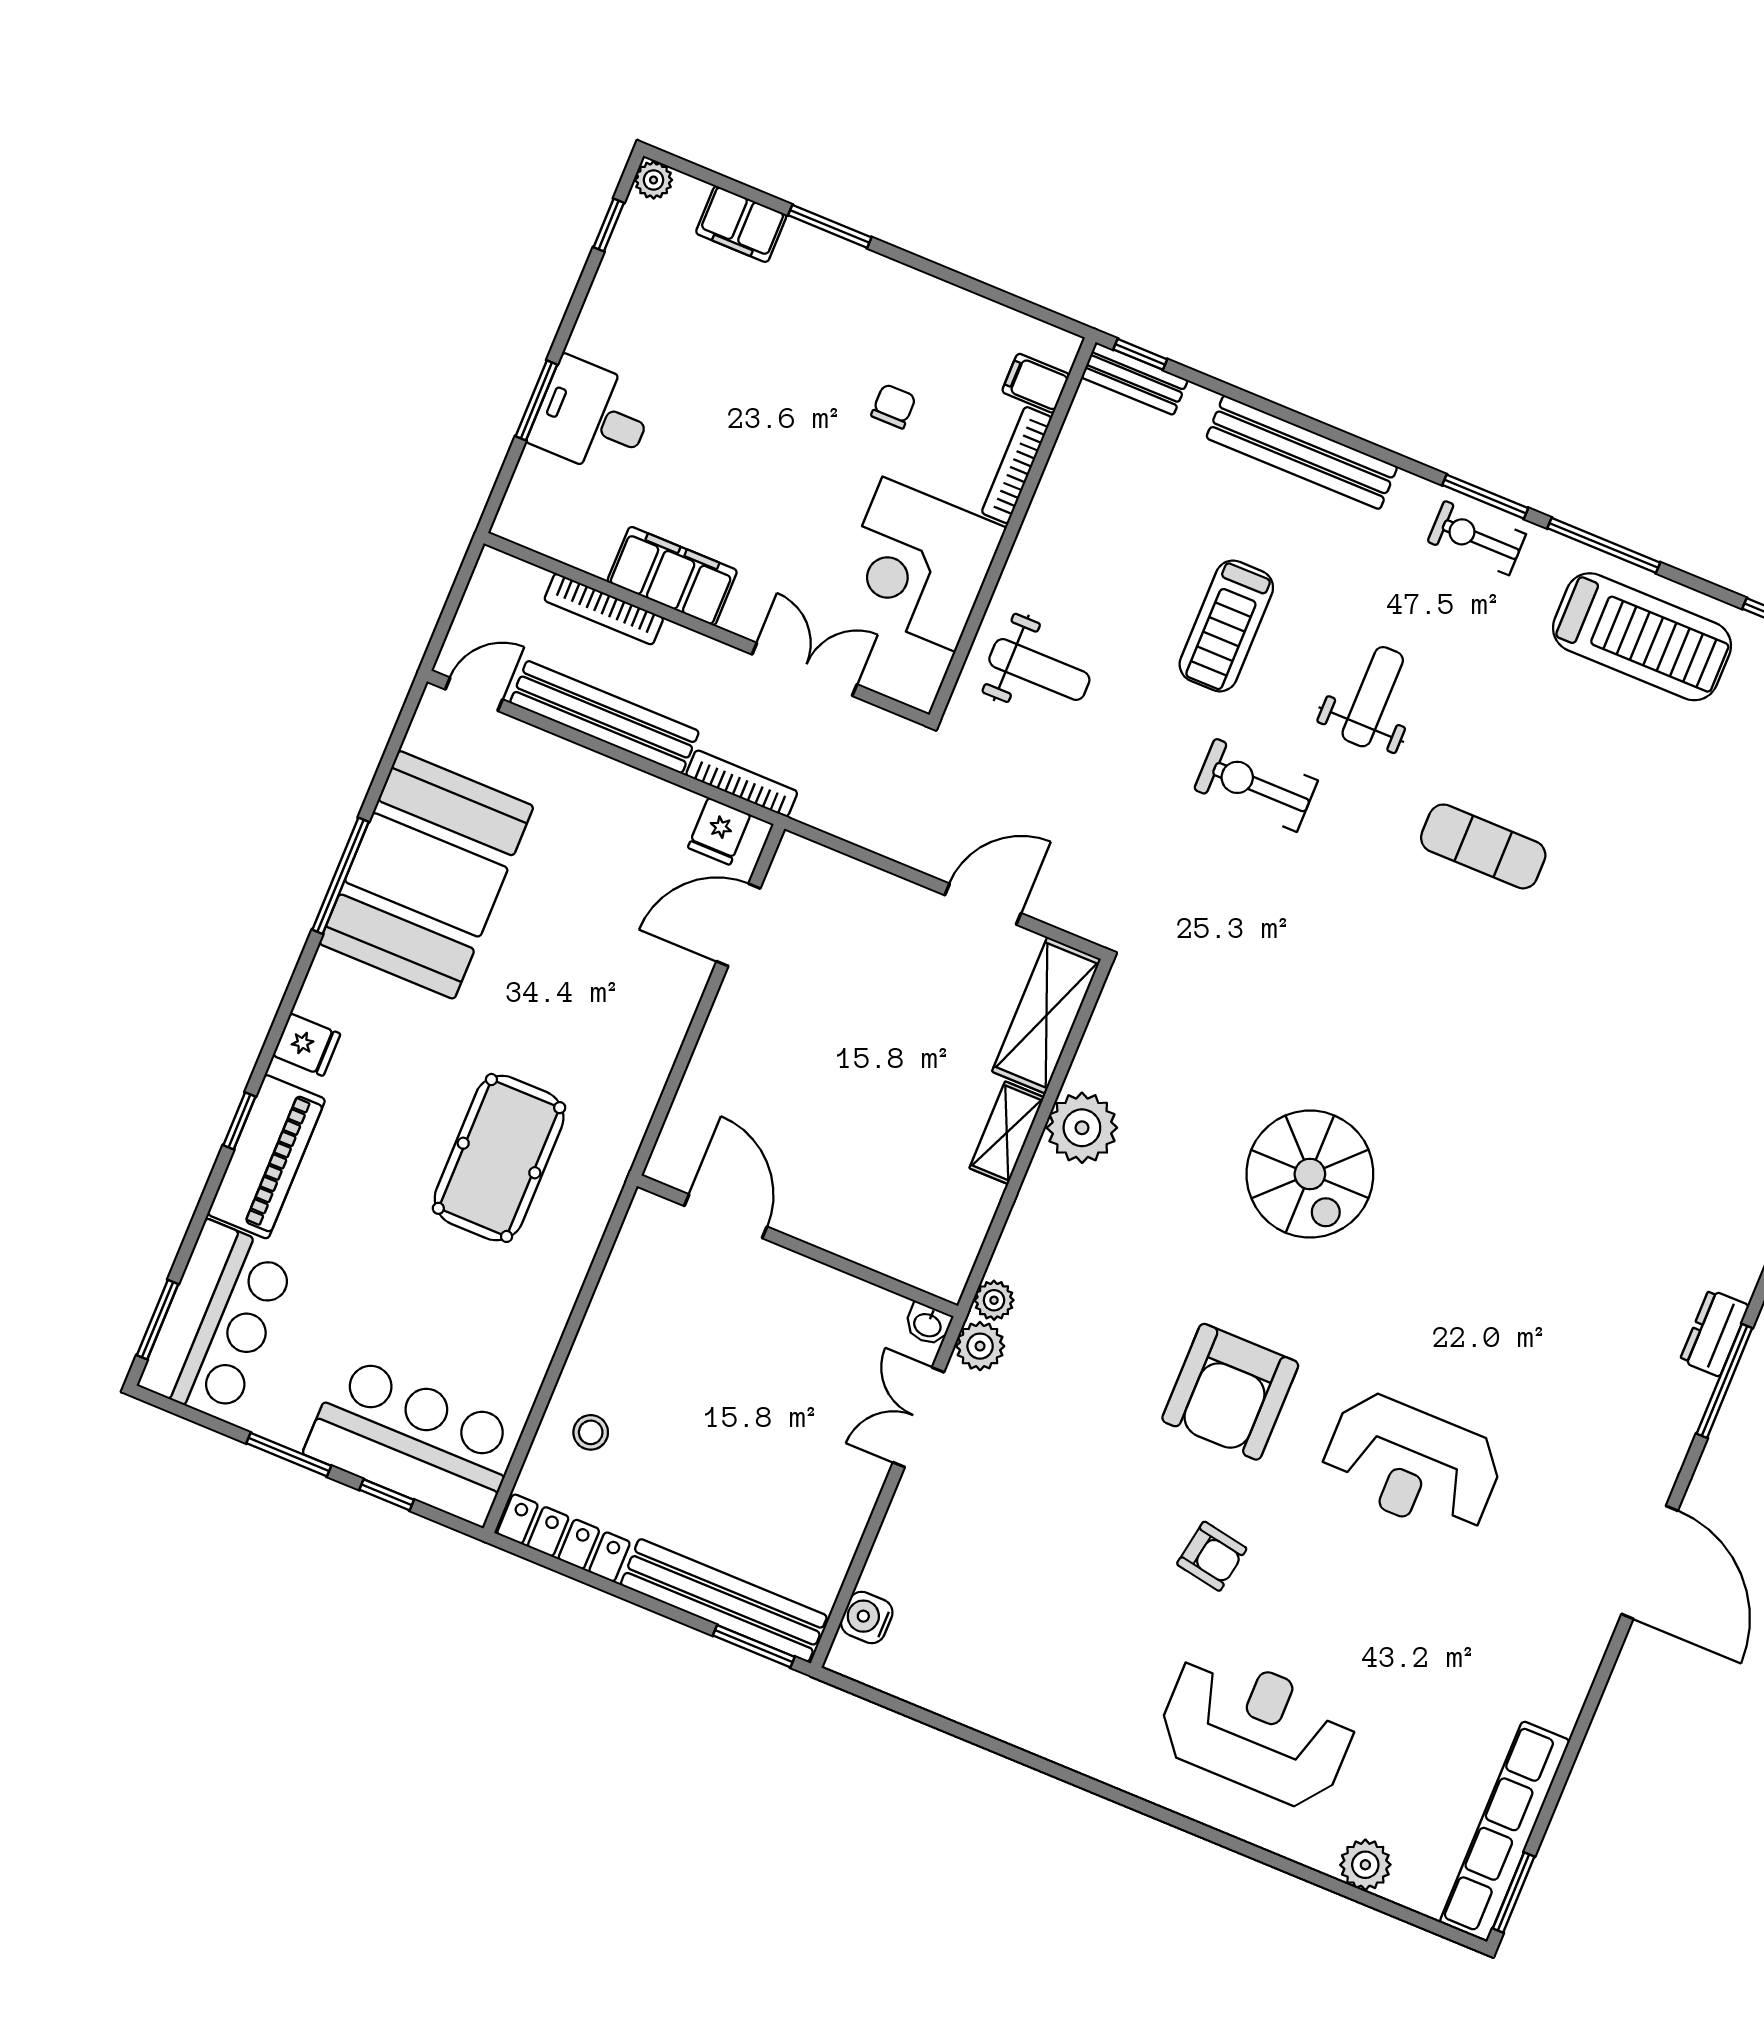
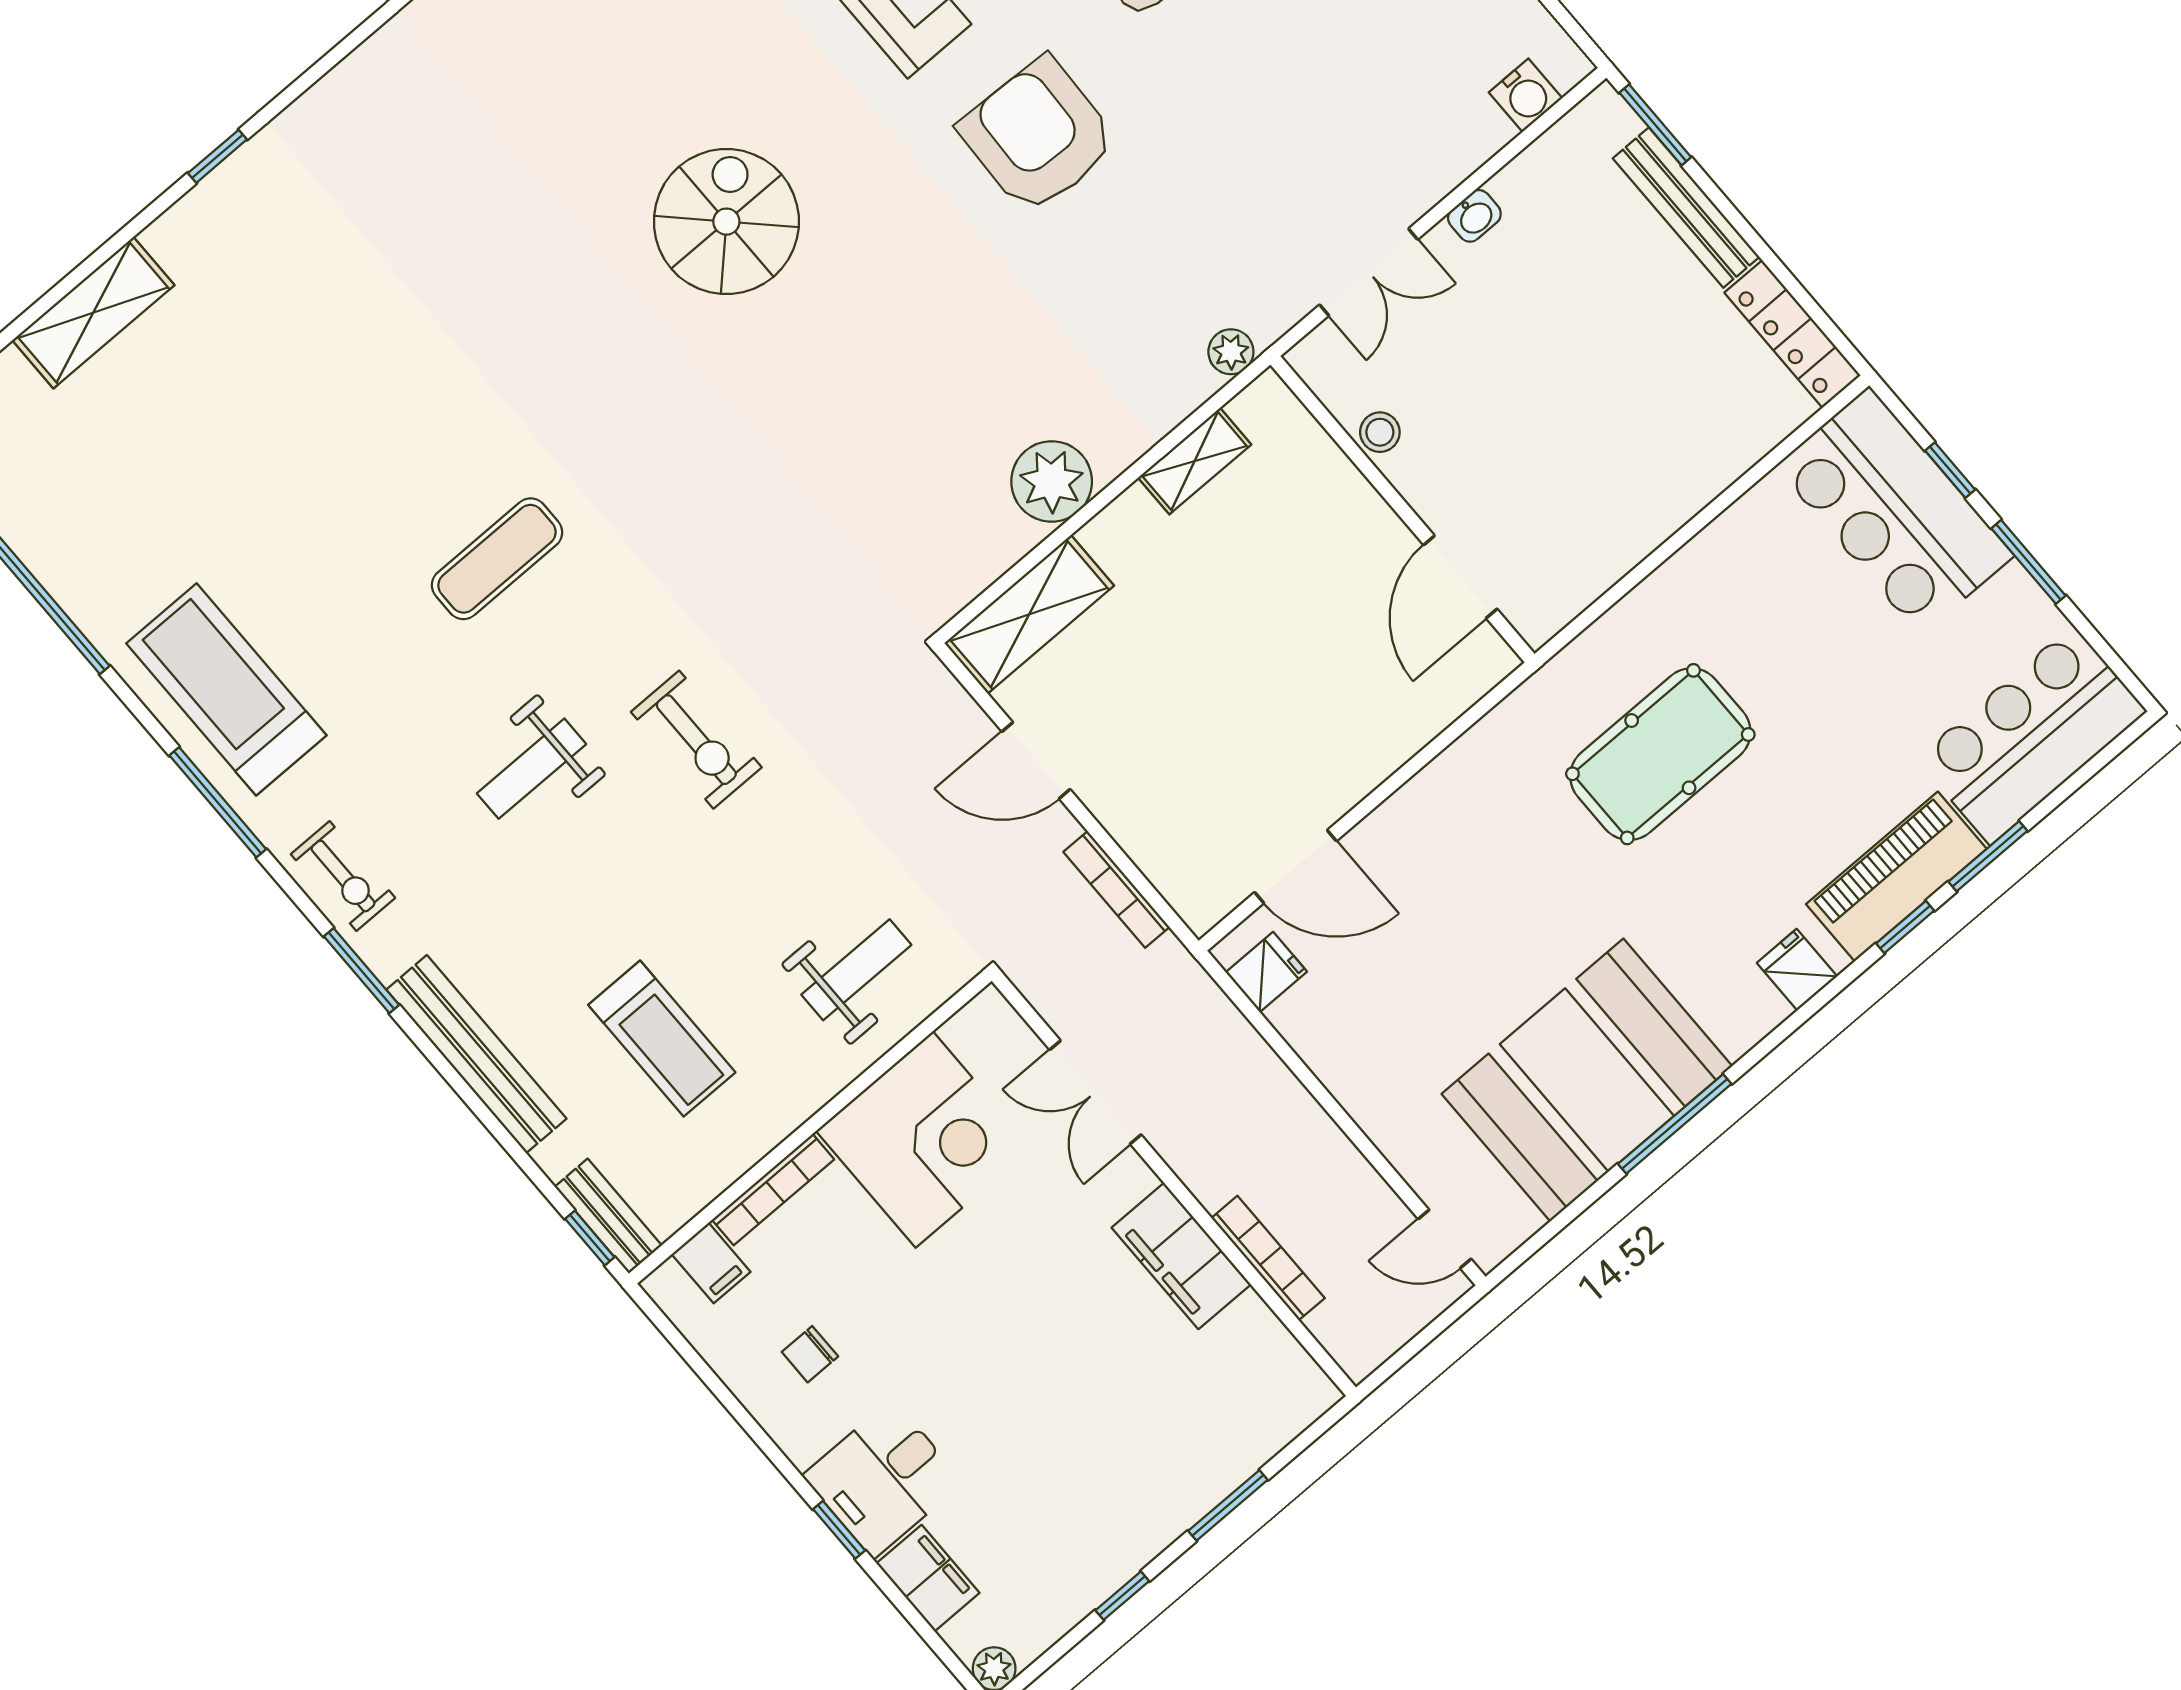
window: (609, 225) -> (1122, 1596), moved
window: (830, 226) -> (839, 1530), width x0.67
chair: (894, 406) -> (810, 1354), moved
desk: (592, 417) -> (883, 1479), moved, turned 90
window: (1485, 497) -> (361, 971), moved
treadmill: (1226, 626) -> (662, 1039), moved, turned 90
weight bench: (1039, 670) -> (856, 970), turned 90
bench: (604, 717) -> (1324, 1148), removed
bookcase: (742, 783) -> (1116, 889), moved
exercise mat: (1483, 846) -> (497, 559), turned 90
shelving: (1007, 1133) -> (1195, 461), moved
spiral stairs: (1310, 1174) -> (726, 222), moved
window: (157, 1320) -> (1988, 856), moved
washbasin: (928, 1324) -> (1474, 216), moved, turned 90
plant: (980, 1346) -> (1269, 312), removed
armchair: (1230, 1392) -> (1038, 136), turned -88
stool: (591, 1432) -> (1380, 432), moved
bench: (724, 1600) -> (1686, 208), width x0.73, depth x0.82

